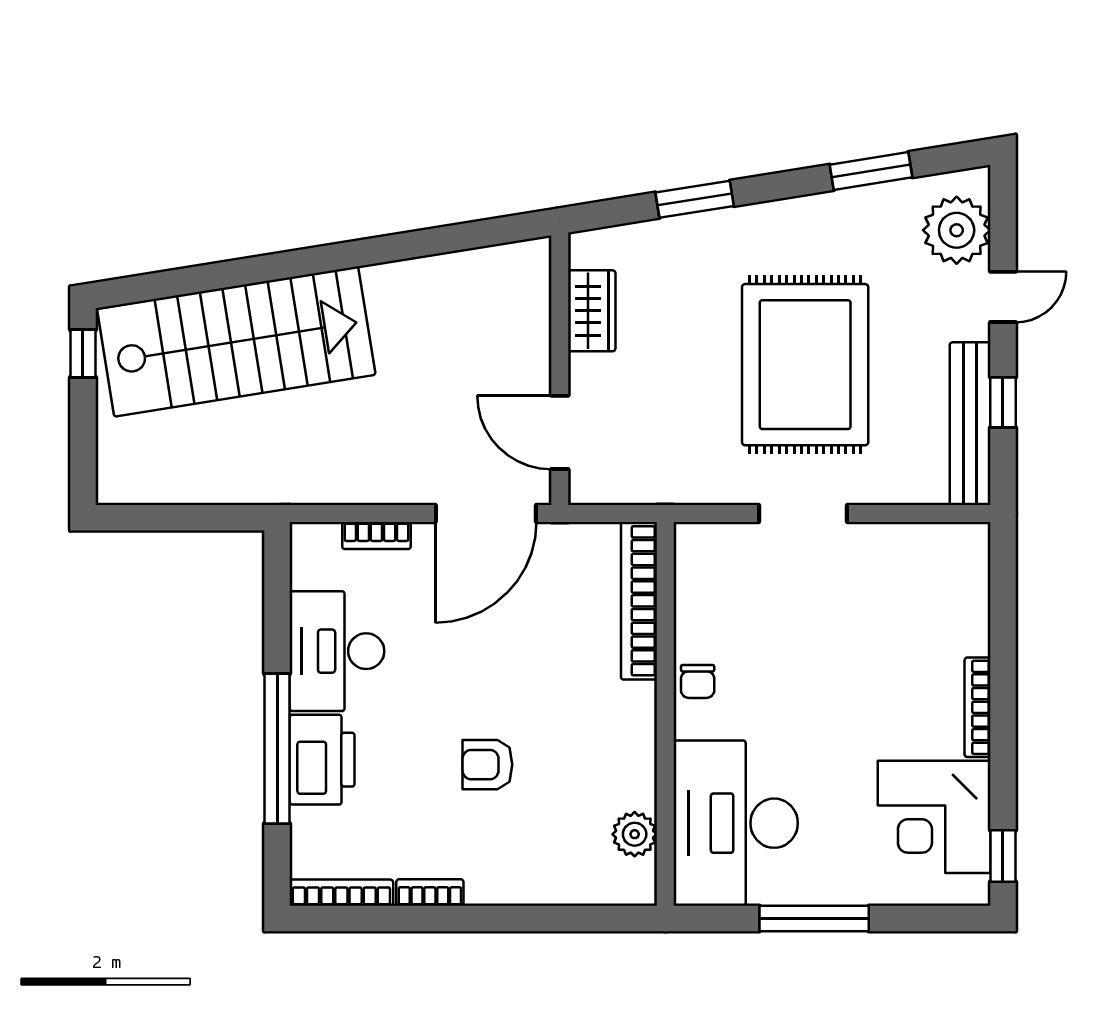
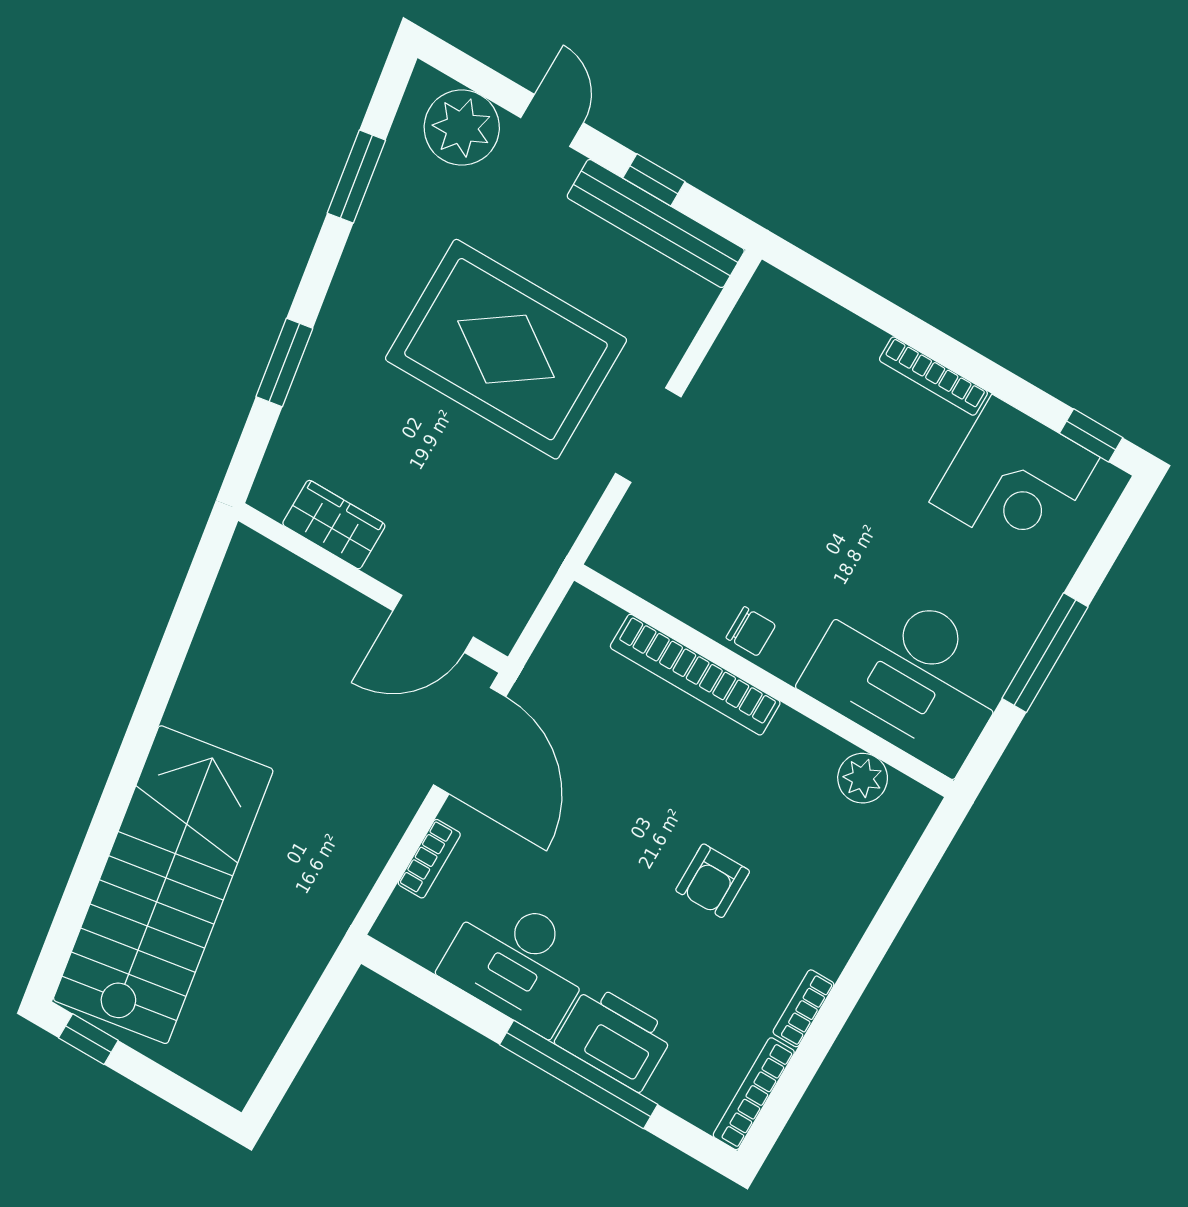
bookcase: (639, 601) -> (695, 675), moved

